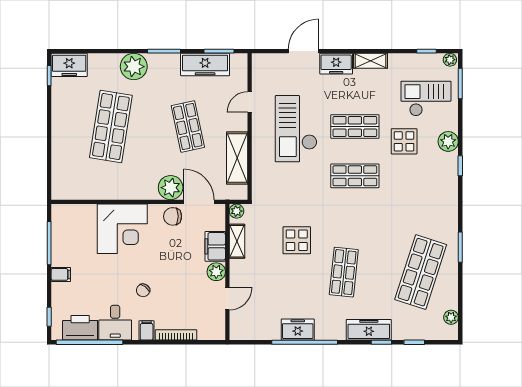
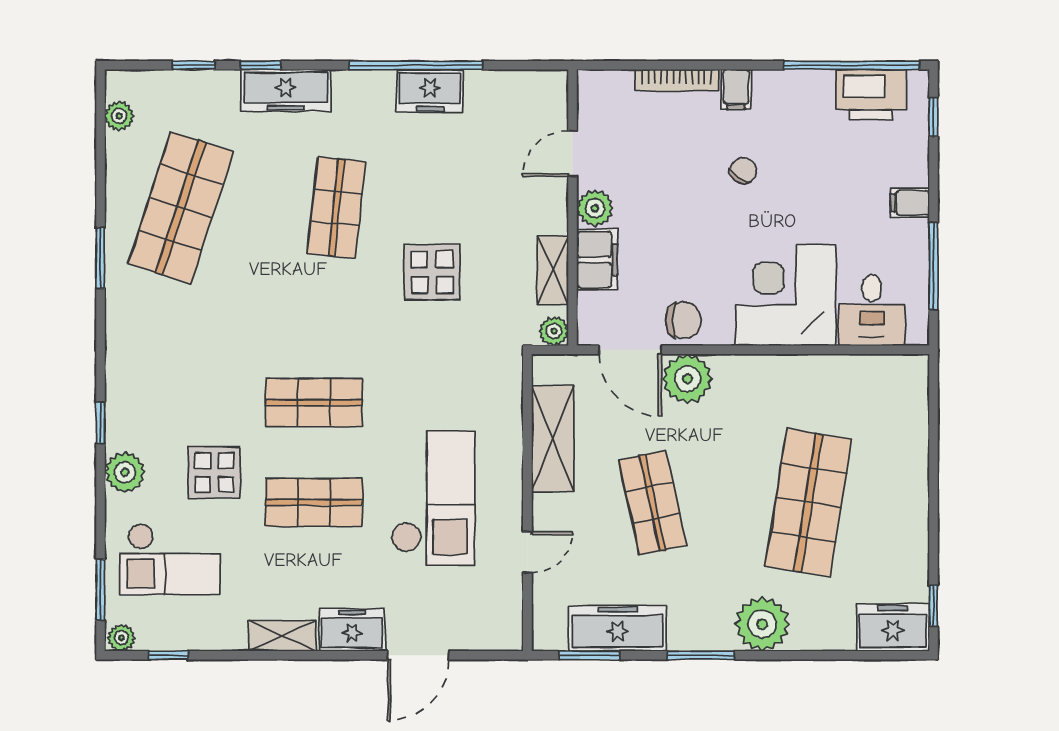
desk: (115, 323) -> (872, 310), moved, turned 180

